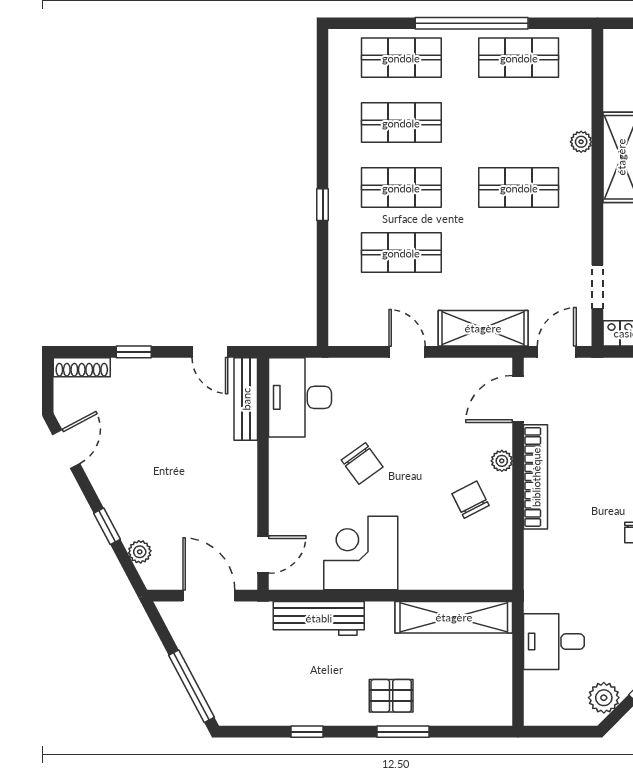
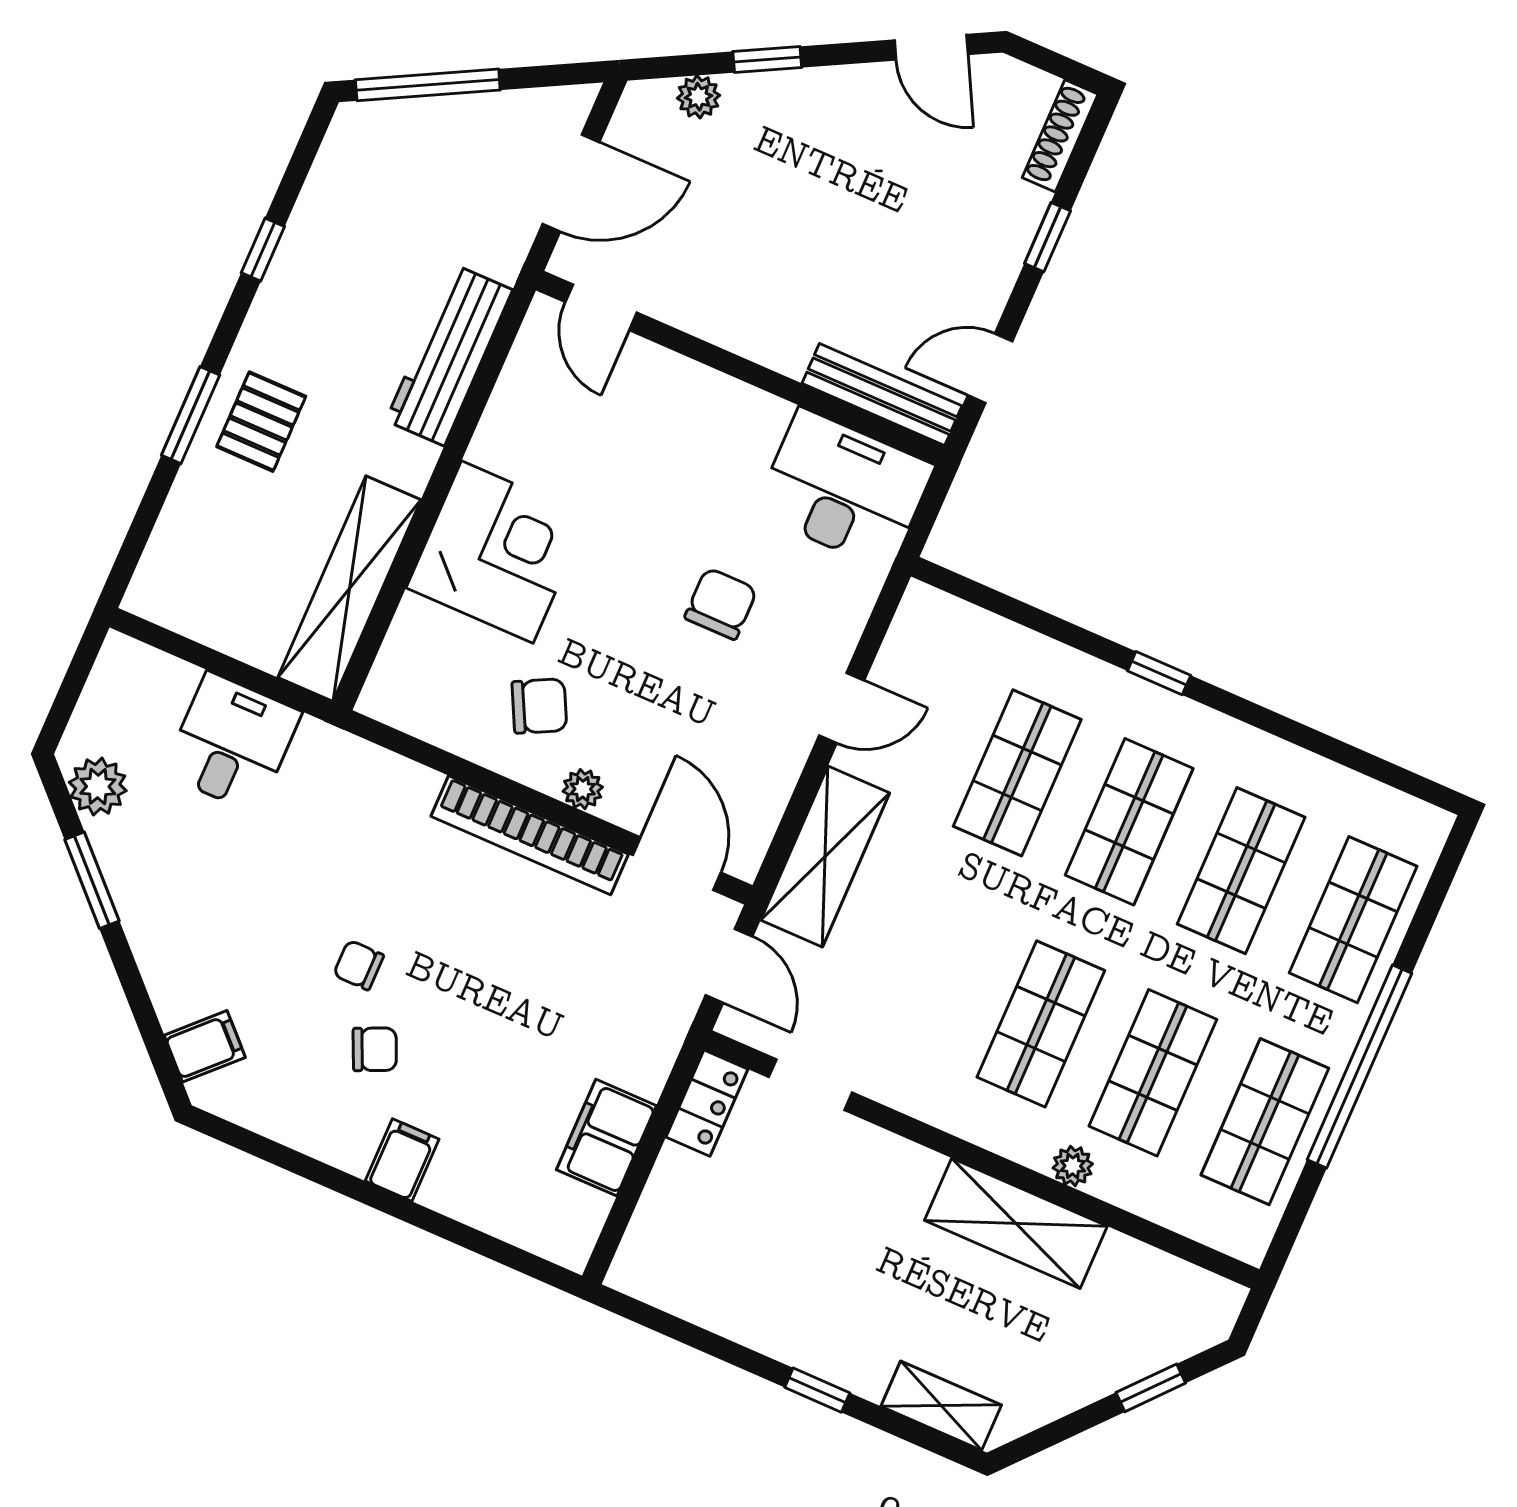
shop shelf: (519, 123) -> (1153, 1073), added
chair: (362, 464) -> (721, 604), moved, turned 126
corner desk: (361, 553) -> (497, 552), moved

